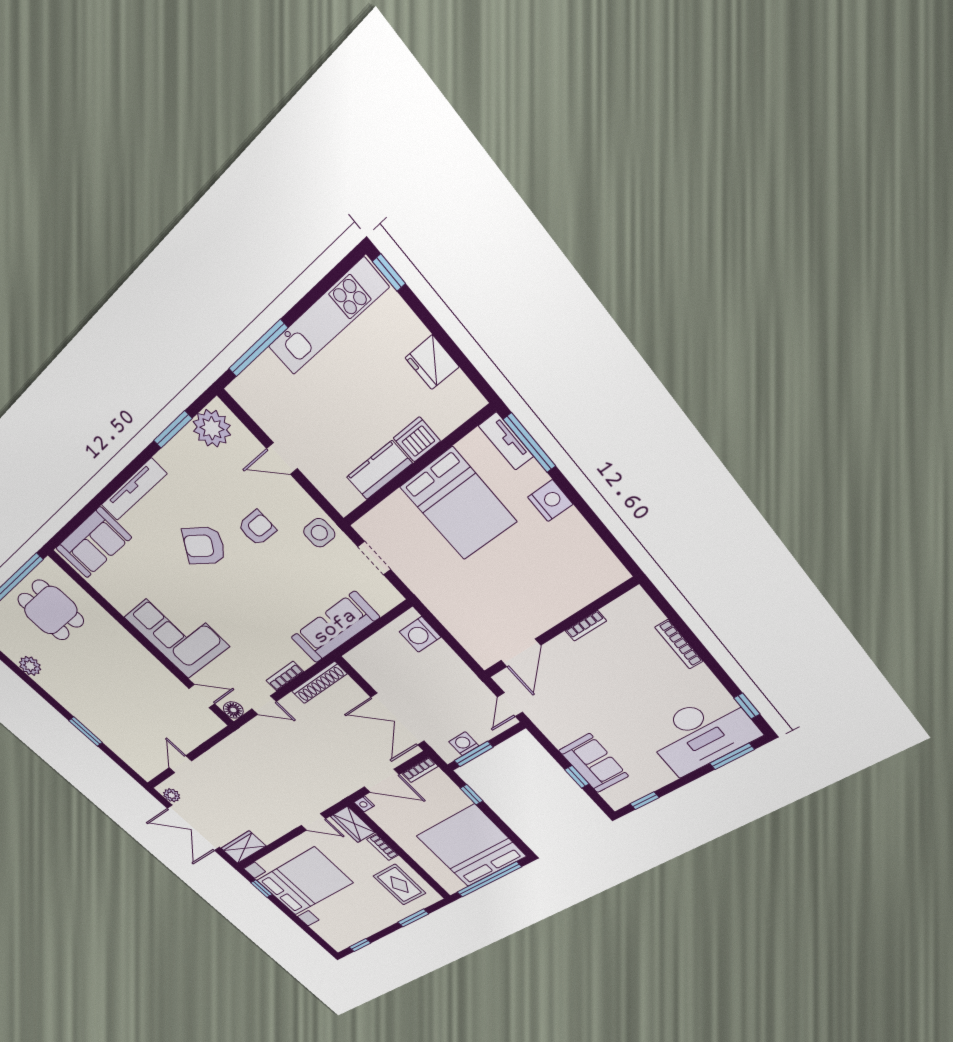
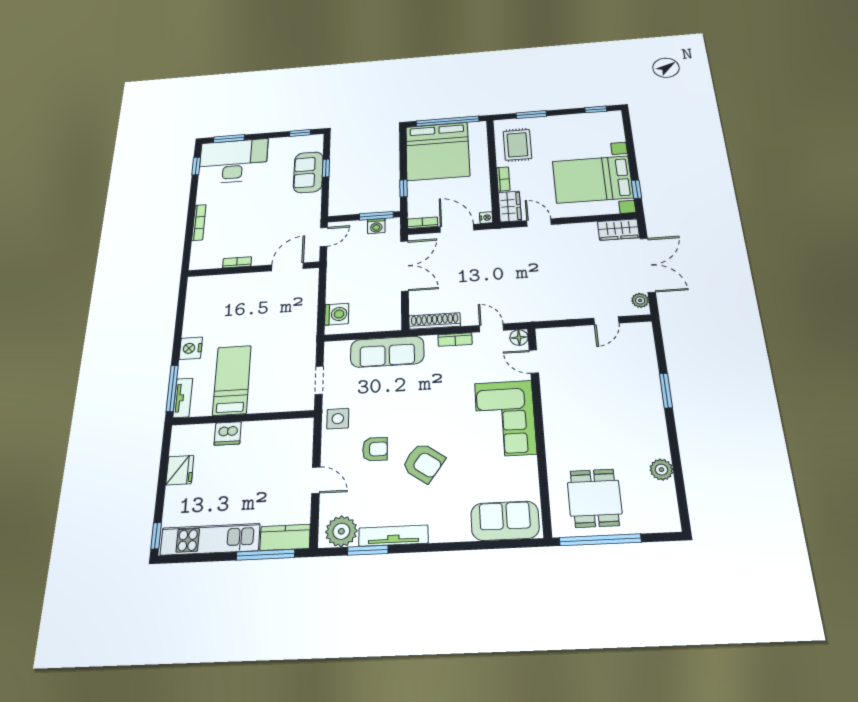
kitchen counter: (379, 470) -> (285, 537), moved, turned 180
tv unit: (134, 489) -> (393, 536), moved
bed: (458, 504) -> (232, 380), width x0.67
armchair: (257, 528) -> (375, 449), turned 180

